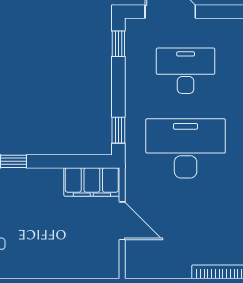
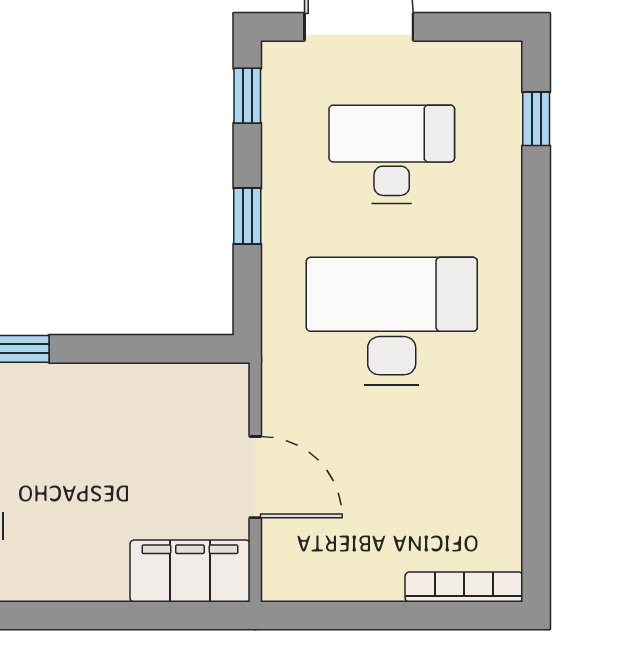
window: (118, 130) -> (247, 216), moved
filing cabinet: (92, 182) -> (190, 571), moved, turned 180

